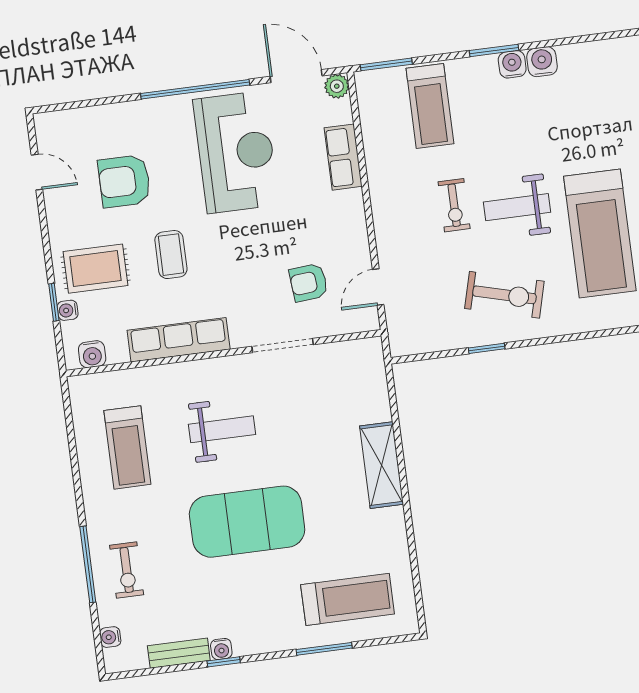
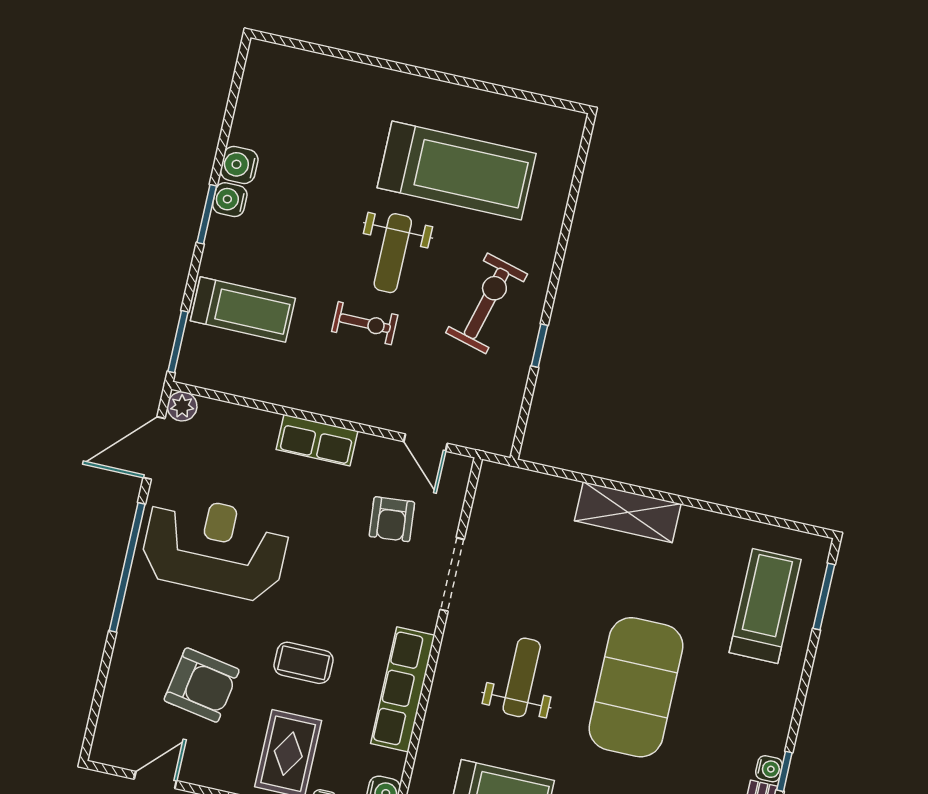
row of seats: (343, 157) -> (317, 440), moved
armchair: (124, 181) -> (202, 685), turned -80
window: (324, 649) -> (824, 596), moved

